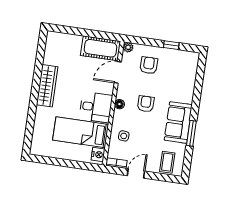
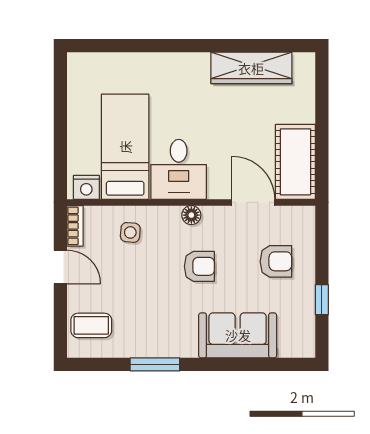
plant: (128, 47) -> (305, 216), removed
wardrobe: (47, 86) -> (251, 68), moved
sofa: (178, 122) -> (238, 335), moved

